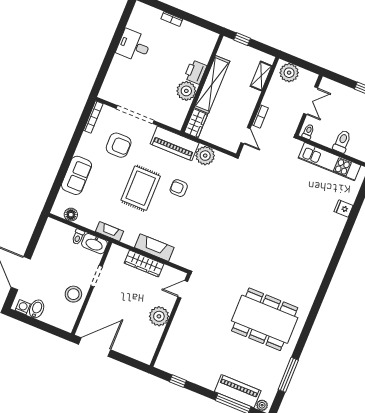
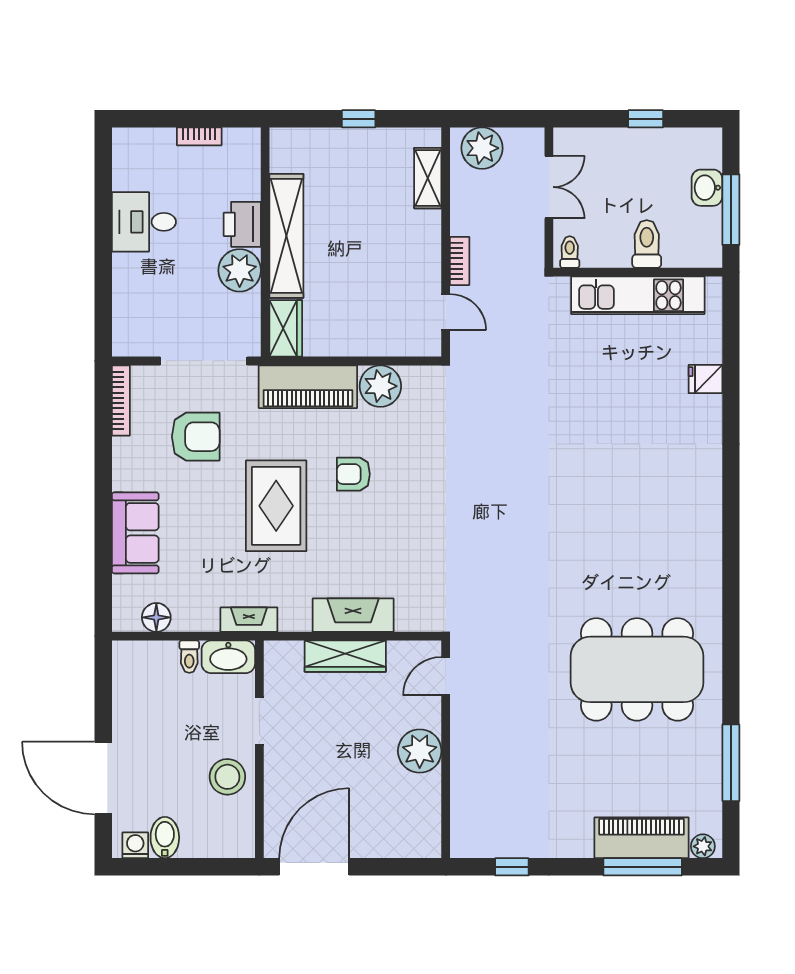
printer: (195, 72) -> (242, 224), moved
wall: (202, 83) -> (265, 242), moved
shelving: (212, 84) -> (286, 236), moved
plant: (186, 91) -> (240, 270), moved
wardrobe: (196, 123) -> (286, 328), moved

